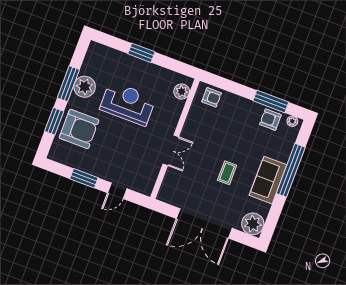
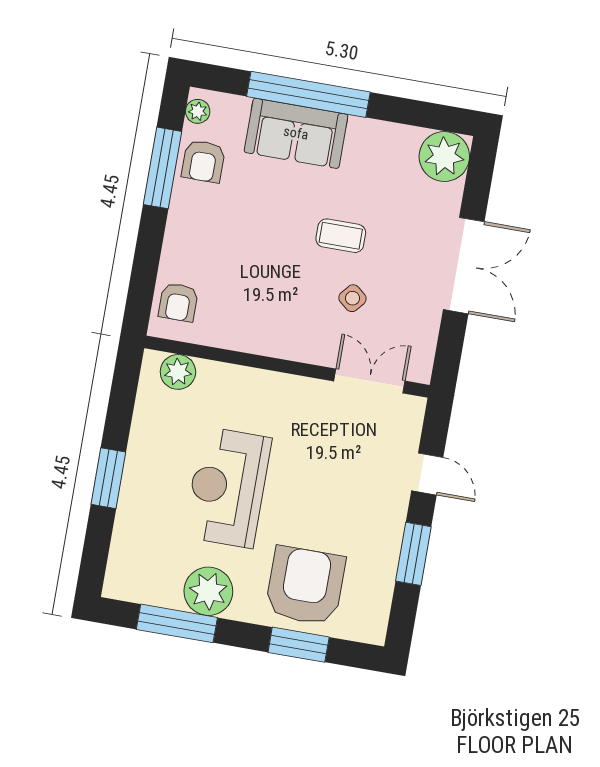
window: (68, 84) -> (177, 623), moved
armchair: (212, 97) -> (178, 302), turned 180
double door: (171, 150) -> (369, 381), moved
side table: (199, 173) -> (352, 298), added
sofa: (268, 180) -> (296, 133), moved
double door: (204, 223) -> (464, 266), width x0.73

